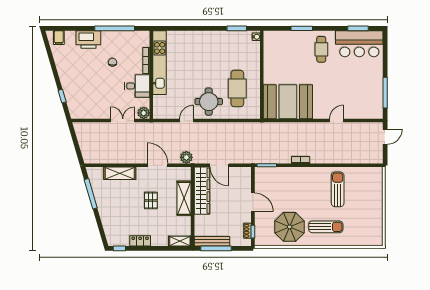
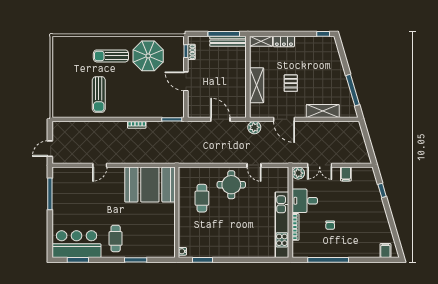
printer: (88, 39) -> (355, 249), removed
cafe table: (237, 89) -> (202, 198), width x0.73, depth x0.74
filing cabinet: (97, 112) -> (346, 174), added
door: (187, 121) -> (254, 165), hinge flipped
wardrobe: (202, 191) -> (238, 93), removed
locker: (140, 241) -> (284, 41), moved

